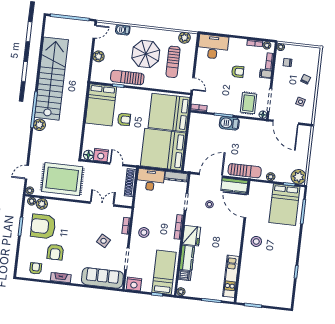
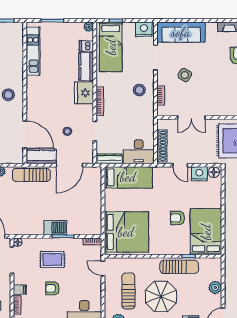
rug: (249, 103) -> (52, 260), moved, turned 90
bed: (163, 149) -> (128, 177), width x0.49

